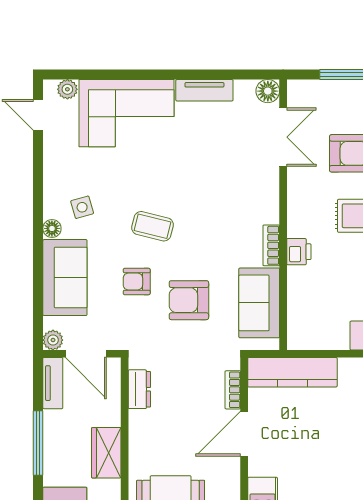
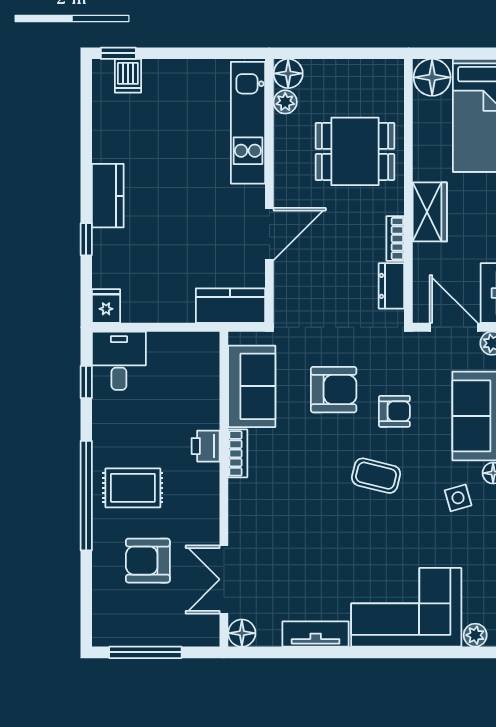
kitchen counter: (292, 372) -> (230, 306), width x0.67
bookcase: (233, 390) -> (395, 239), moved, turned 180

